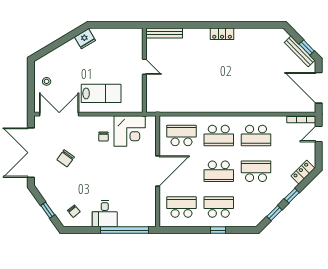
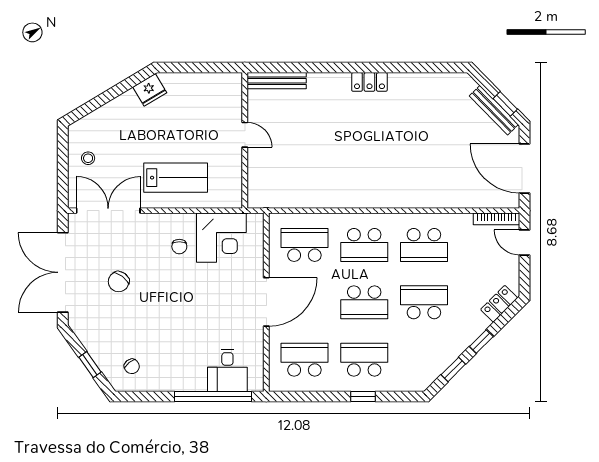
door: (319, 134) -> (524, 242), hinge flipped
desk: (105, 214) -> (227, 370), moved

